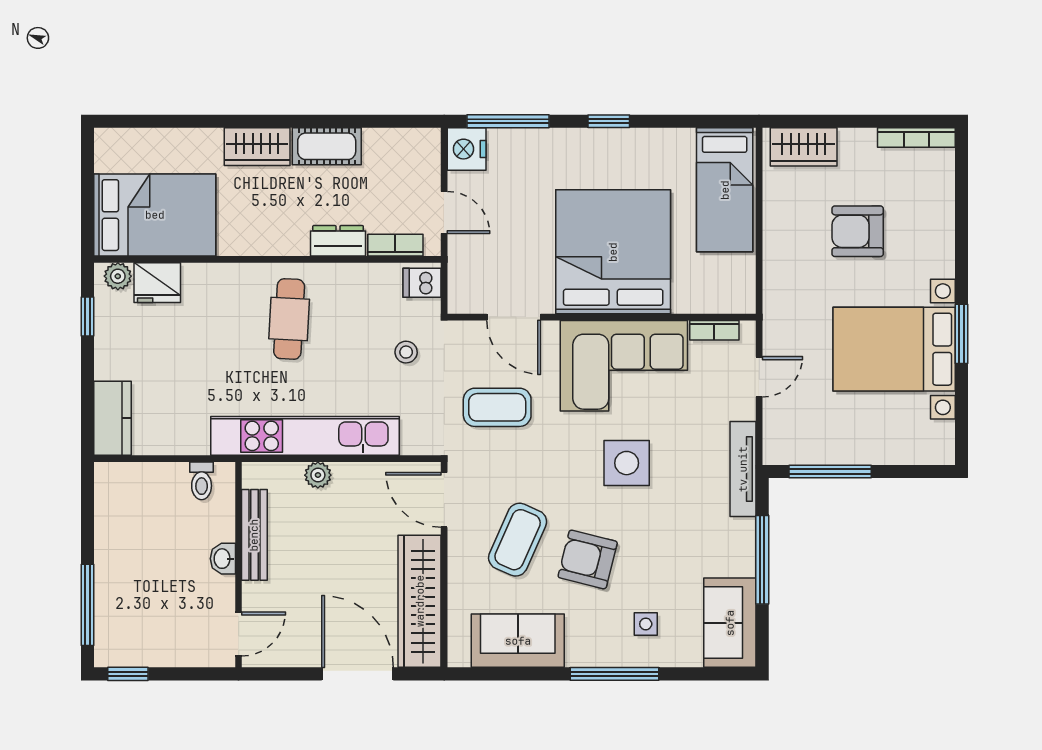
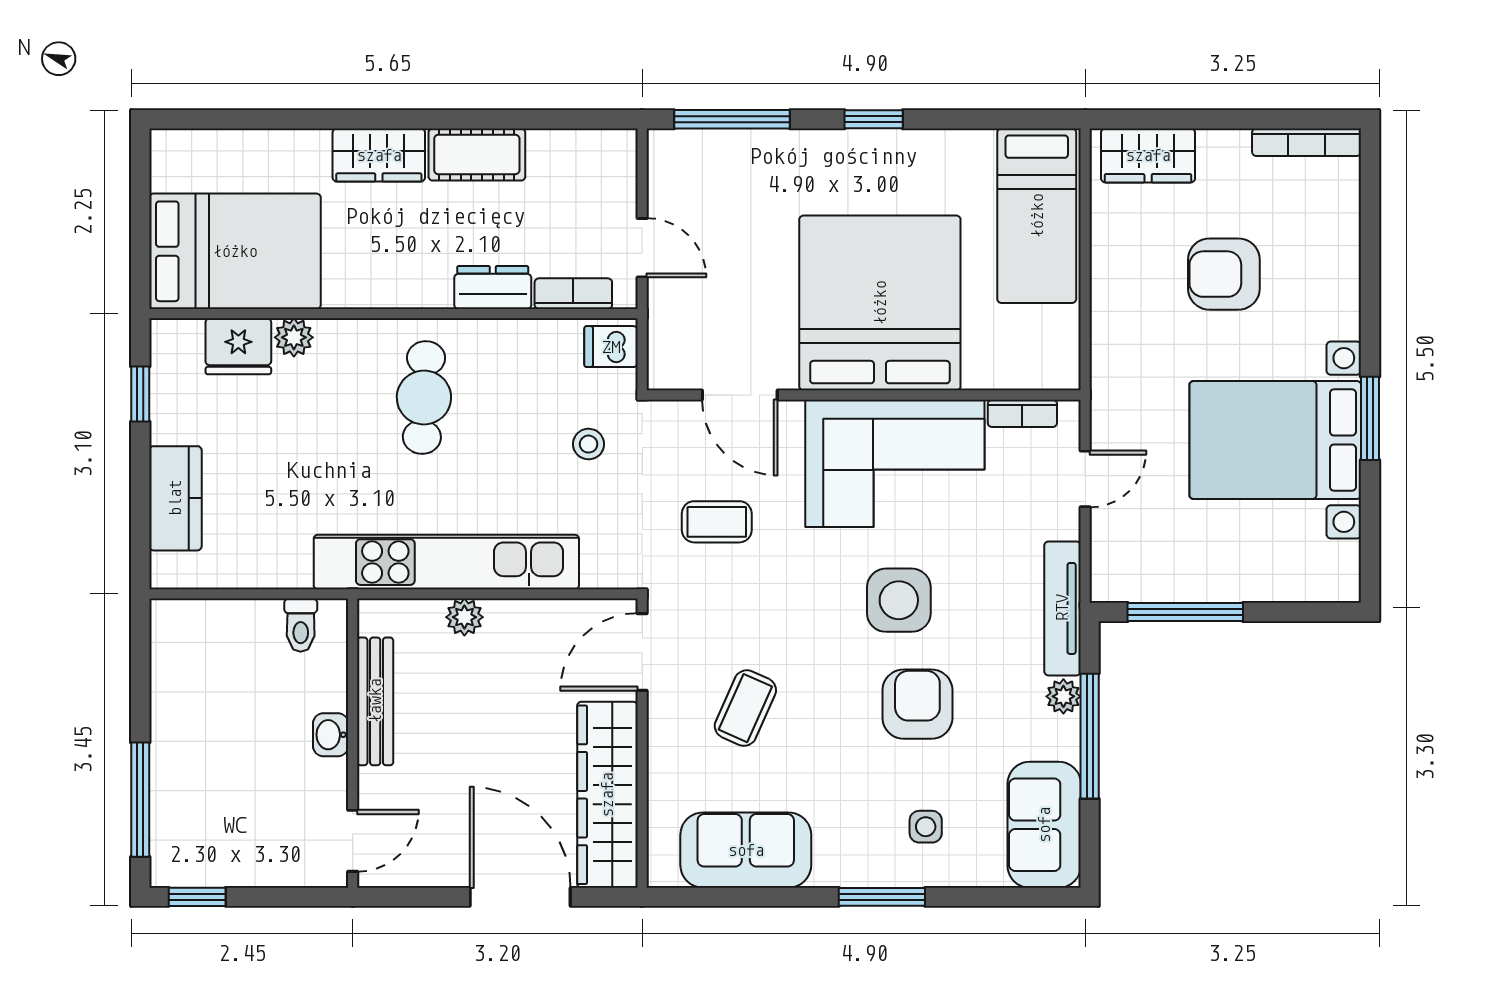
nightstand: (467, 149) -> (674, 158), removed
plant: (118, 276) -> (294, 337), moved
coffee table: (497, 407) -> (717, 522), width x0.73, depth x0.77
kitchen counter: (112, 418) -> (175, 498), moved
door: (444, 500) -> (642, 652), hinge flipped
plant: (744, 531) -> (1063, 696), added
coffee table: (518, 540) -> (745, 708), width x0.73, depth x0.77
armchair: (588, 559) -> (917, 704), moved, turned 76
window: (615, 674) -> (882, 897), width x0.69

